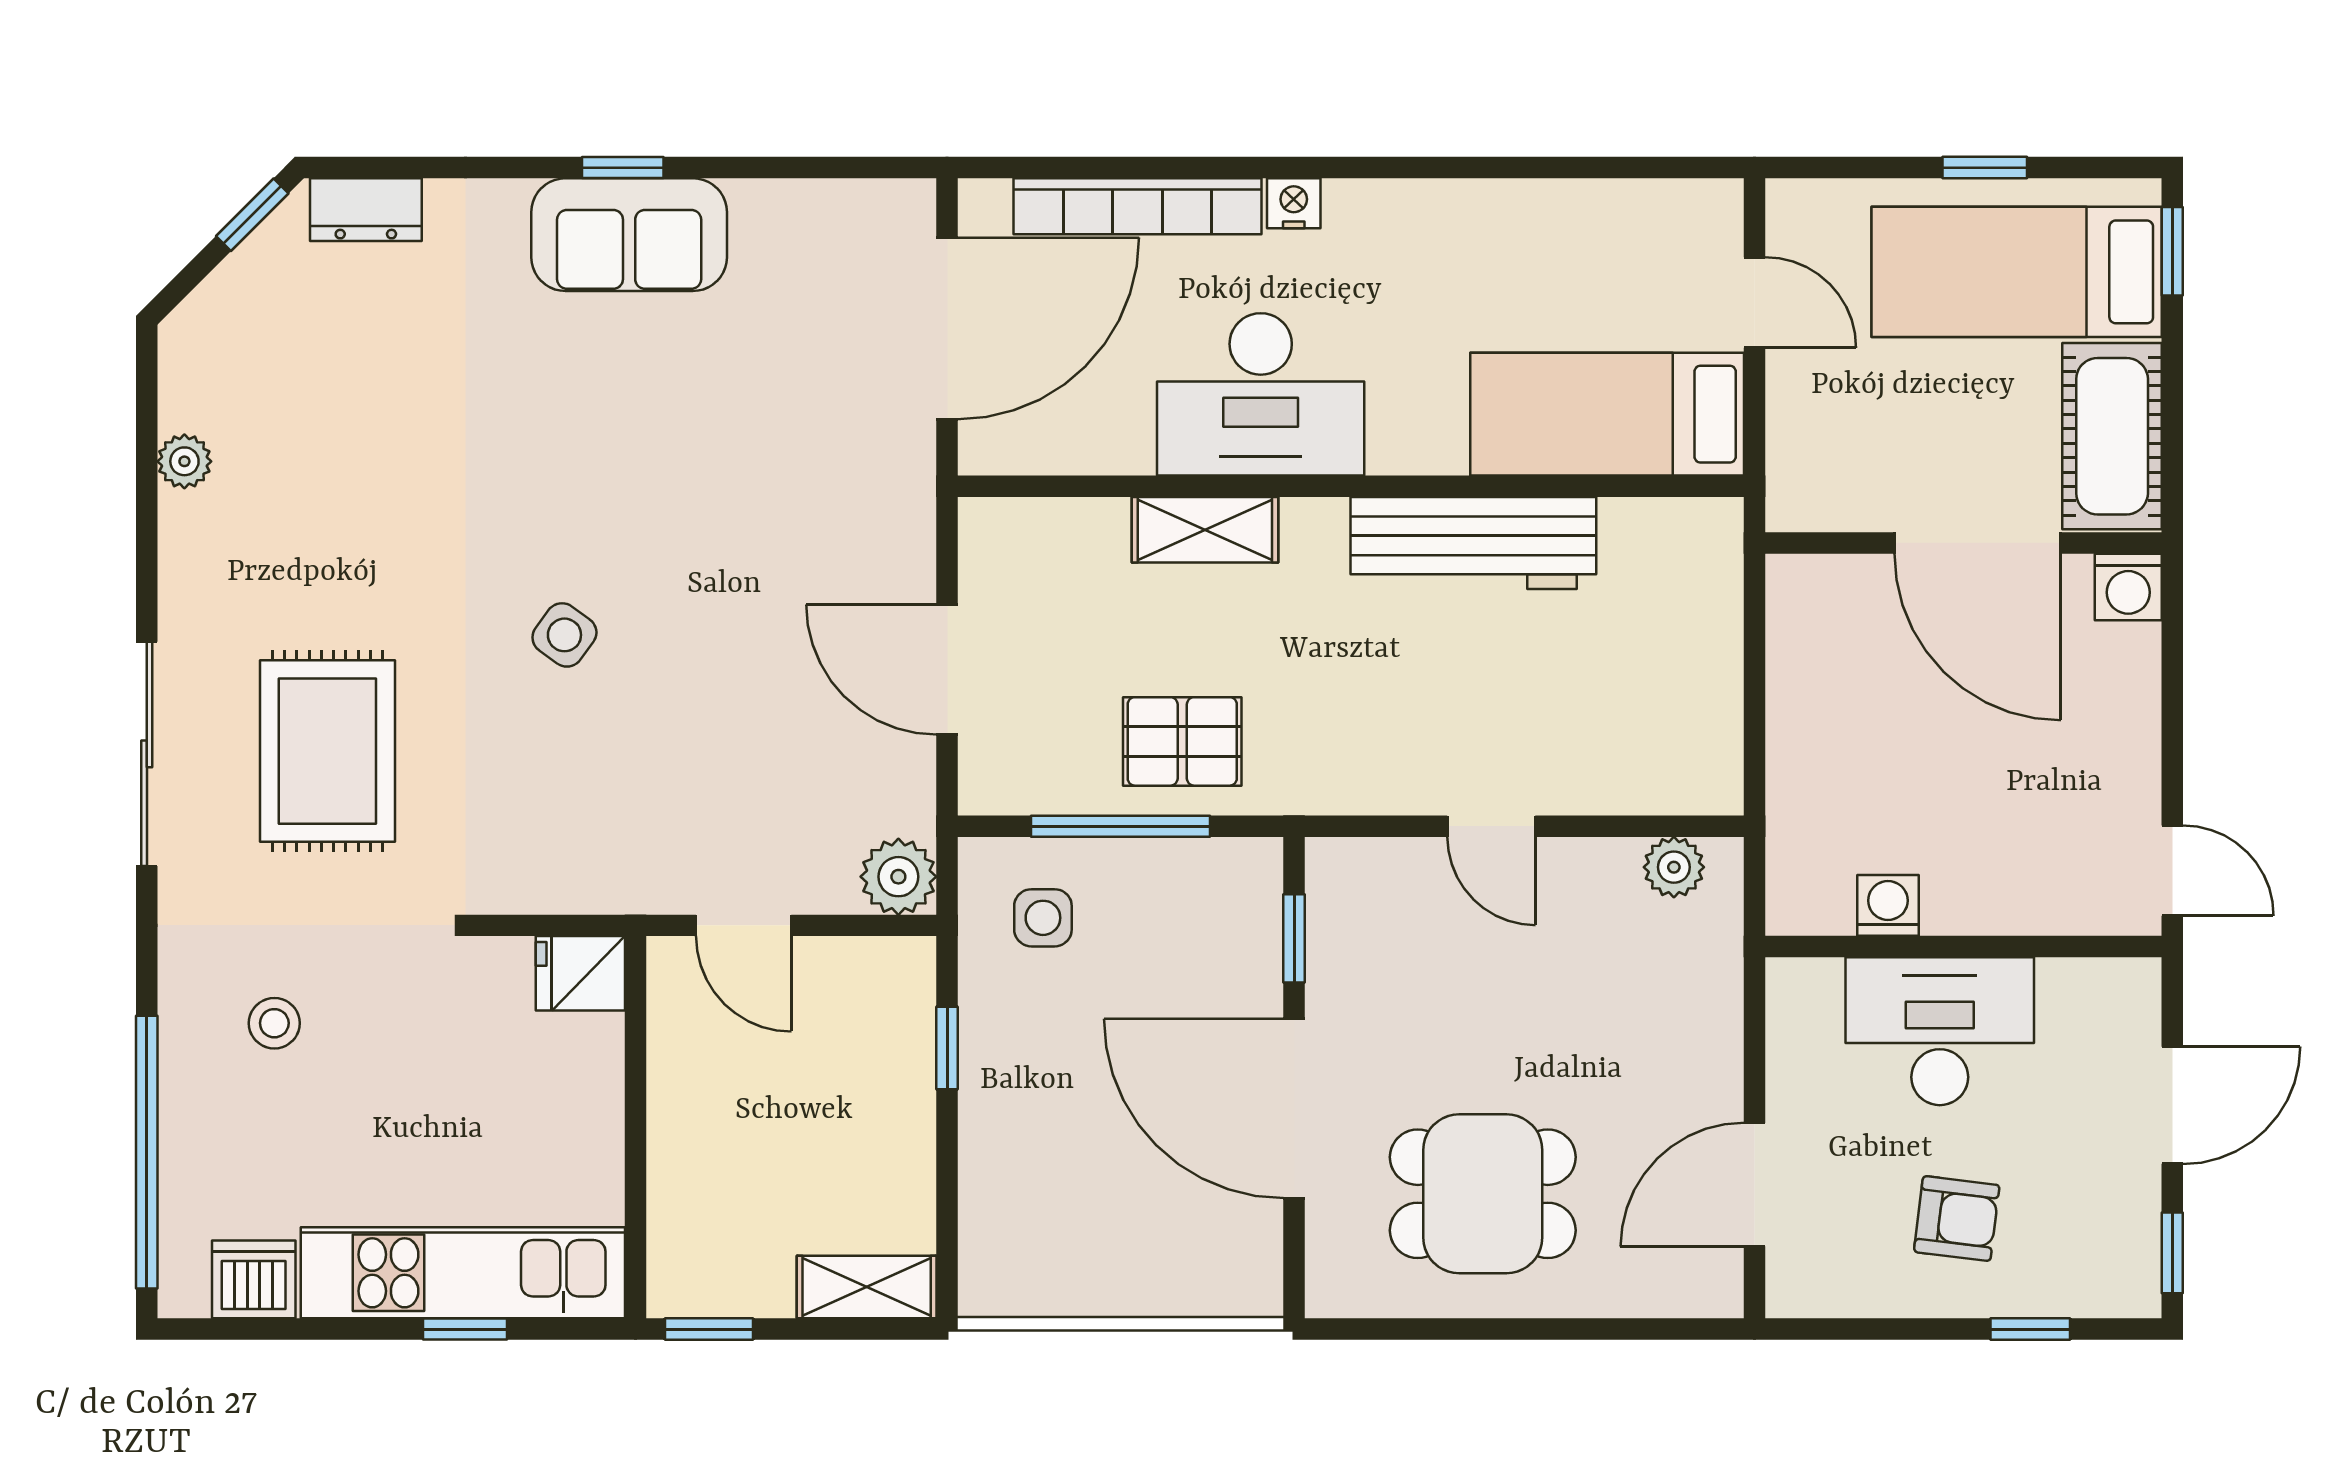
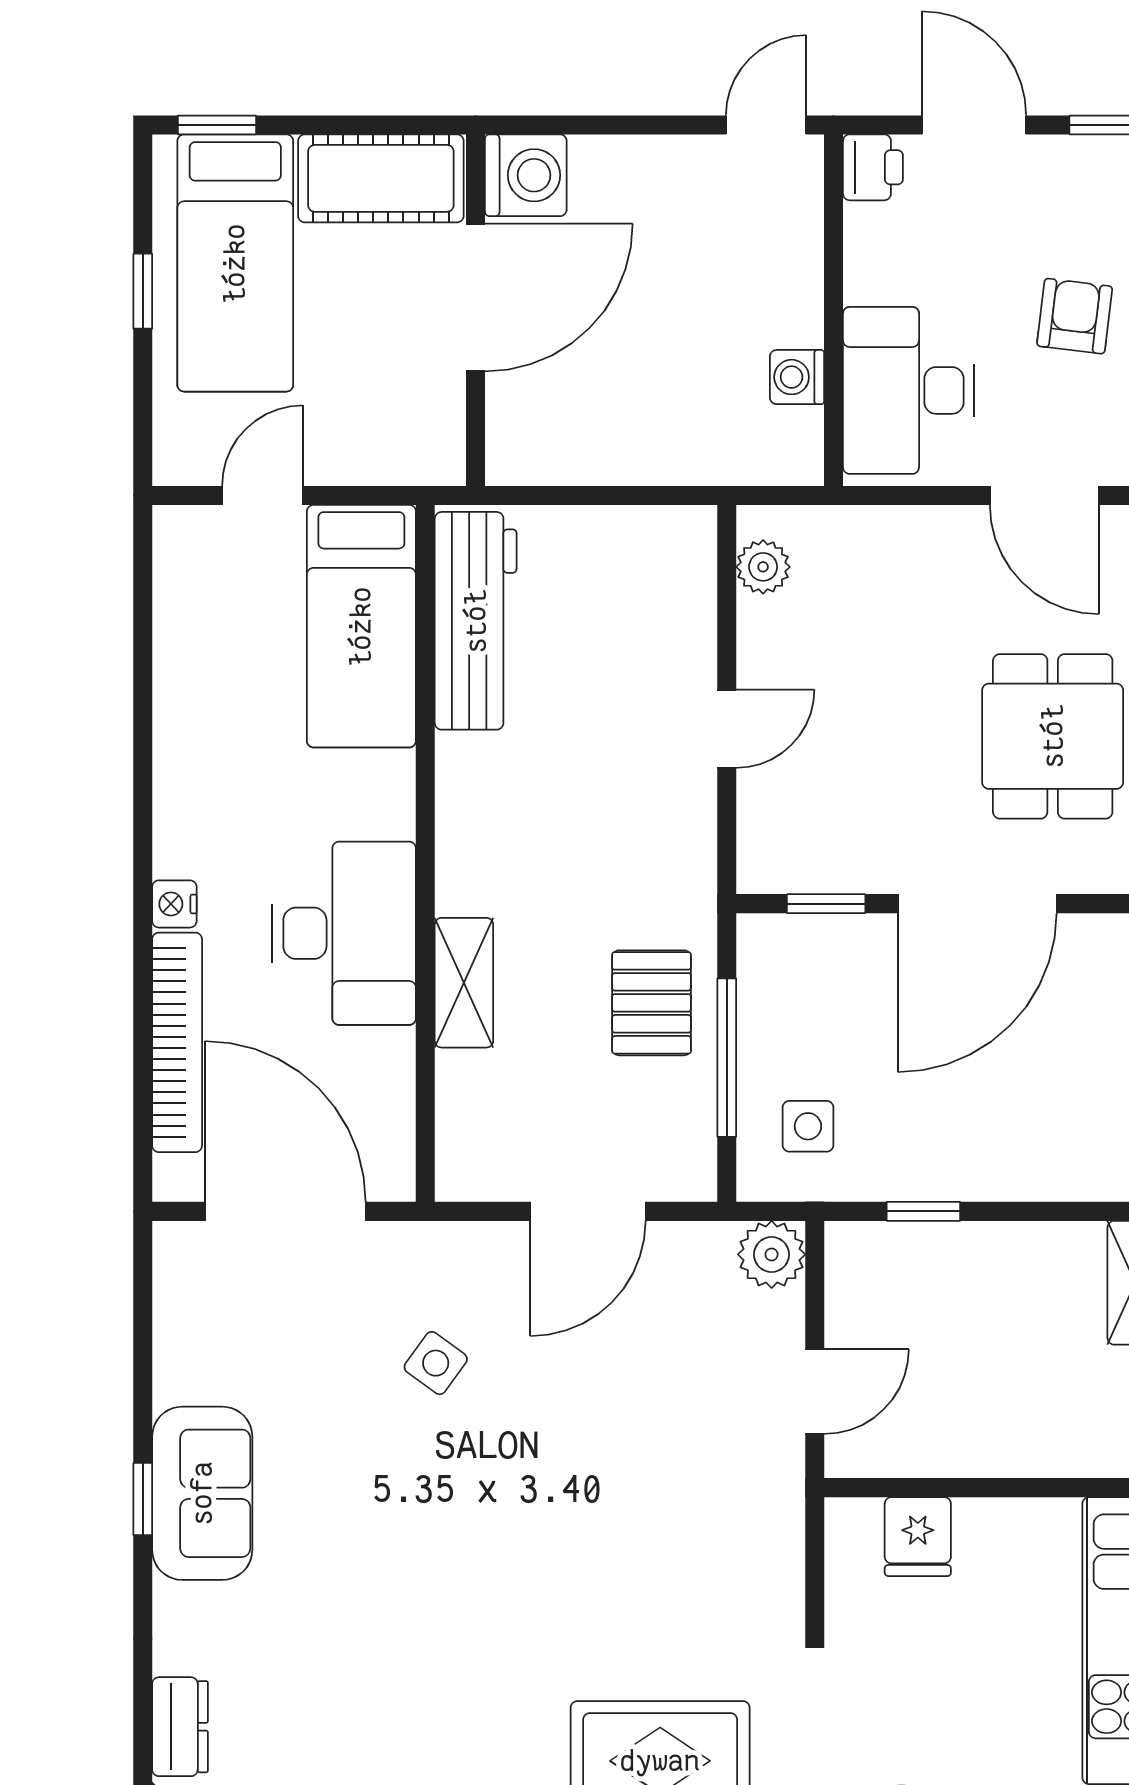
workbench: (1473, 543) -> (476, 621), moved
washing machine: (2128, 587) -> (526, 175), width x1.38, depth x1.38
side table: (564, 635) -> (436, 1363), moved
fridge: (580, 973) -> (918, 1537), moved
printer: (2124, 991) -> (873, 167), added
desk: (1940, 1031) -> (909, 390), moved

